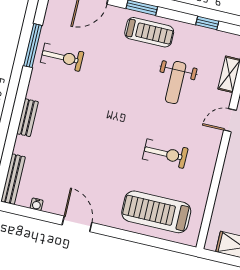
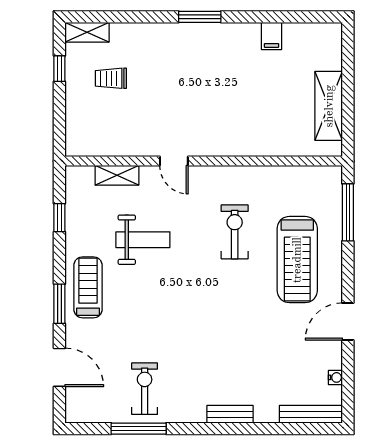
treadmill: (156, 212) -> (297, 260), moved
window: (160, 243) -> (348, 212), added

